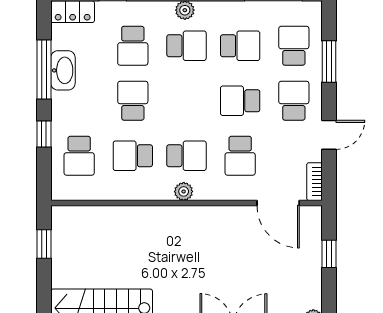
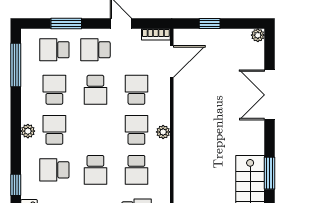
school desk: (133, 46) -> (54, 170), turned 180
school desk: (133, 101) -> (95, 170), turned -90
school desk: (240, 156) -> (136, 90), turned -90

